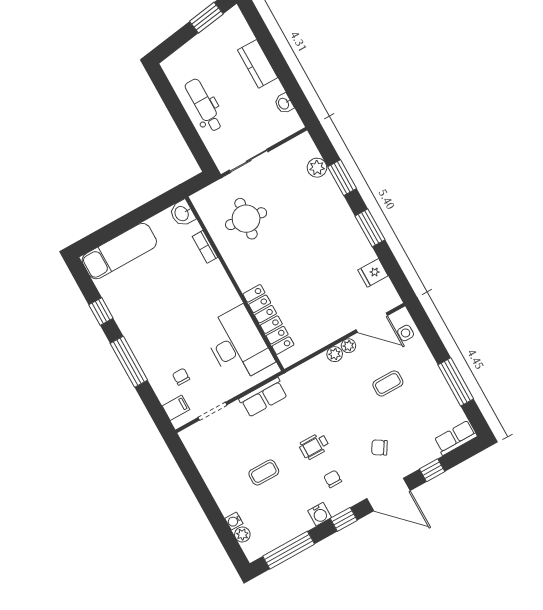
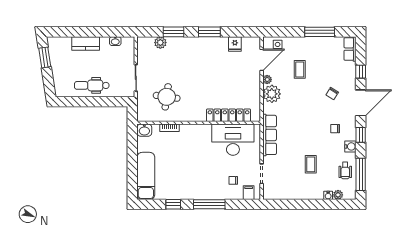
plant: (335, 354) -> (272, 94), width x1.88, depth x1.88
row of seats: (263, 397) -> (270, 135), width x1.48
wheelchair: (314, 446) -> (345, 170), moved

